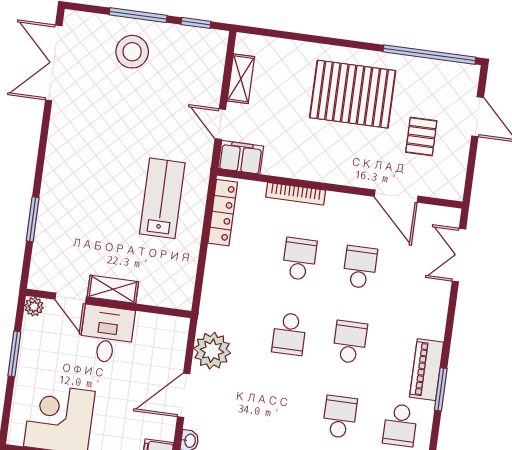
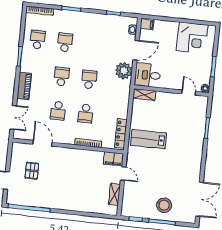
pallet: (353, 94) -> (64, 189), removed
lab bench: (162, 198) -> (148, 139), turned 90
shelving: (113, 289) -> (144, 95), moved
desk: (107, 334) -> (148, 75), moved, turned 90
school desk: (350, 342) -> (61, 77), turned 180
piano: (427, 370) -> (24, 86), moved
school desk: (340, 417) -> (65, 42), turned 180

